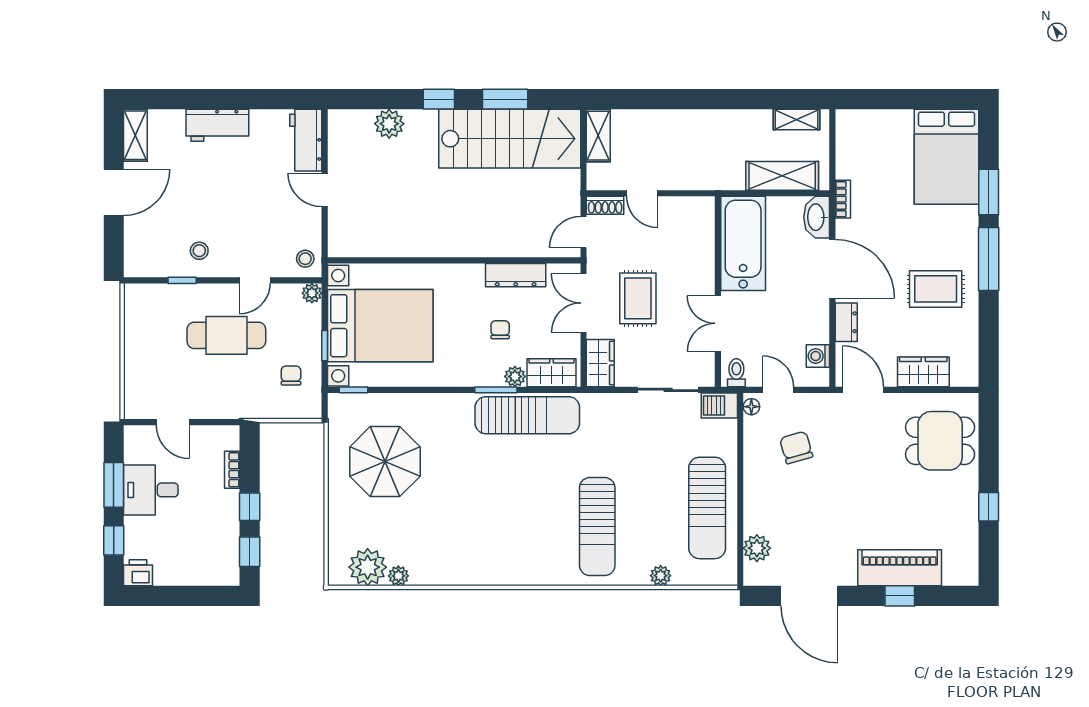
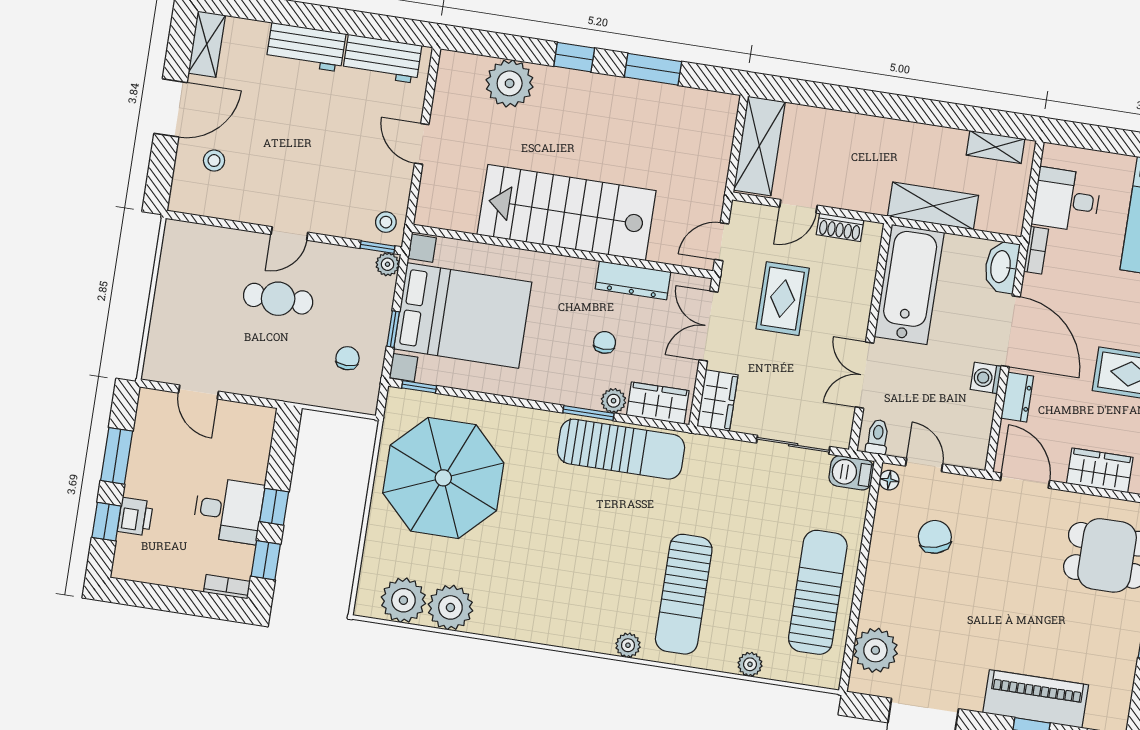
plant: (389, 124) -> (510, 83), width x1.36, depth x1.36
shelving: (598, 136) -> (759, 146), width x1.50, depth x1.33
stairs: (510, 139) -> (567, 213), moved, turned 180
workbench: (306, 140) -> (382, 59), moved, turned -90
desk: (861, 154) -> (1066, 200), added
shelving: (782, 176) -> (933, 206), moved
door: (642, 193) -> (798, 206), hinge flipped
shoe rack: (605, 205) -> (840, 227), moved
stool: (199, 251) -> (214, 161), moved
window: (182, 280) -> (377, 247), moved
door: (255, 280) -> (289, 233), moved
rug: (638, 298) -> (783, 299), moved
cafe table: (226, 335) -> (278, 299), width x0.73, depth x0.74
washing machine: (818, 356) -> (986, 378), moved
parasol: (385, 462) -> (443, 478), width x1.36, depth x1.36
bookcase: (232, 470) -> (227, 587), moved, turned 90
desk: (151, 490) -> (228, 510), moved, turned 180
sun lounger: (707, 508) -> (818, 592), turned 180
plant: (757, 548) -> (875, 650), width x1.36, depth x1.36
printer: (138, 573) -> (135, 517), moved, turned 90
plant: (398, 576) -> (450, 607), width x1.87, depth x1.87
plant: (558, 576) -> (628, 645), added

